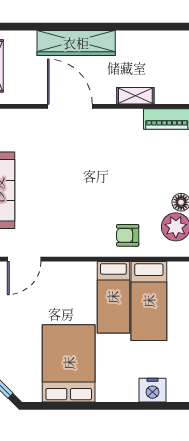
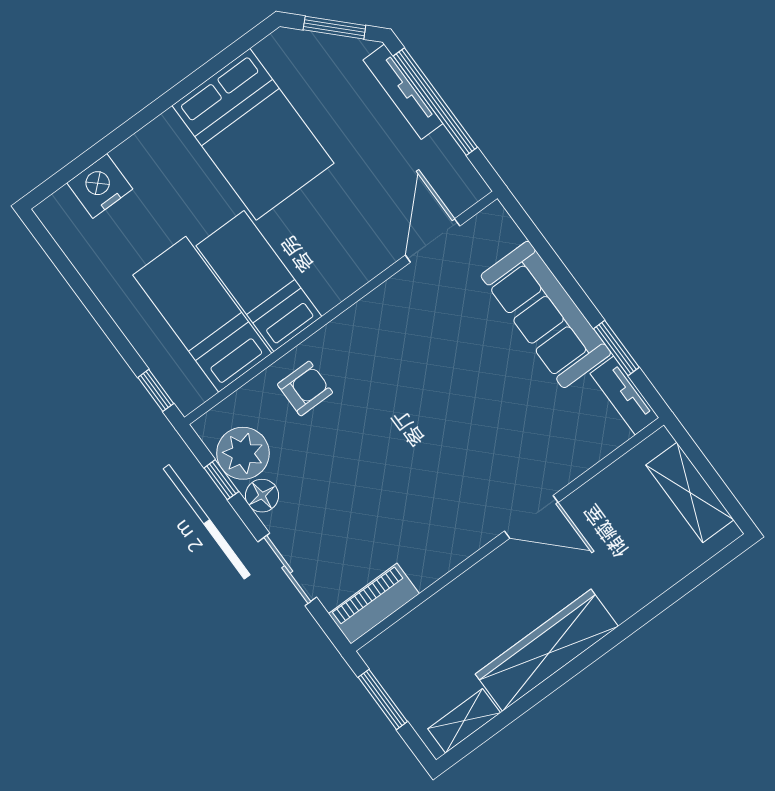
wardrobe: (76, 43) -> (547, 650), moved
shelving: (135, 96) -> (464, 721), moved
door: (70, 106) -> (531, 517), width x0.73

